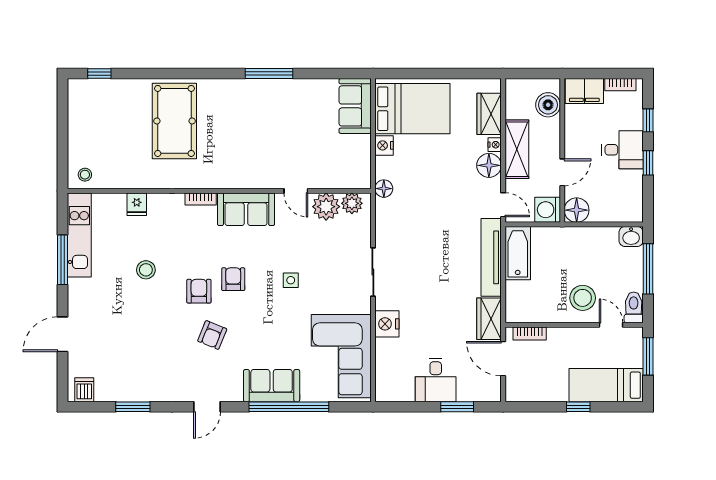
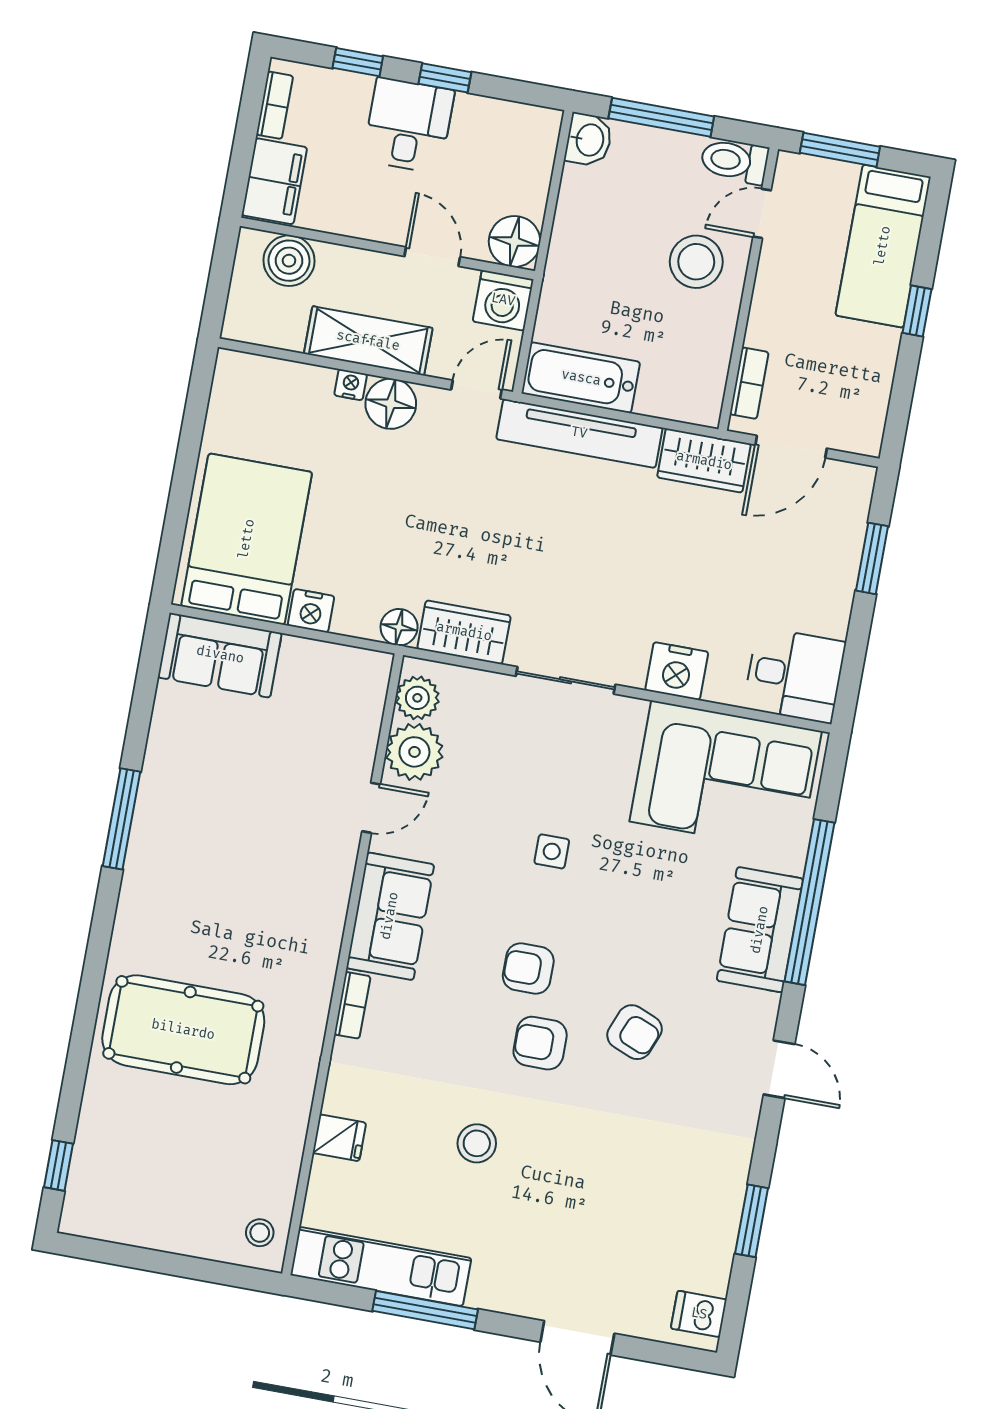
wardrobe: (489, 114) -> (464, 632), moved, turned 180
desk: (436, 380) -> (794, 675), moved

